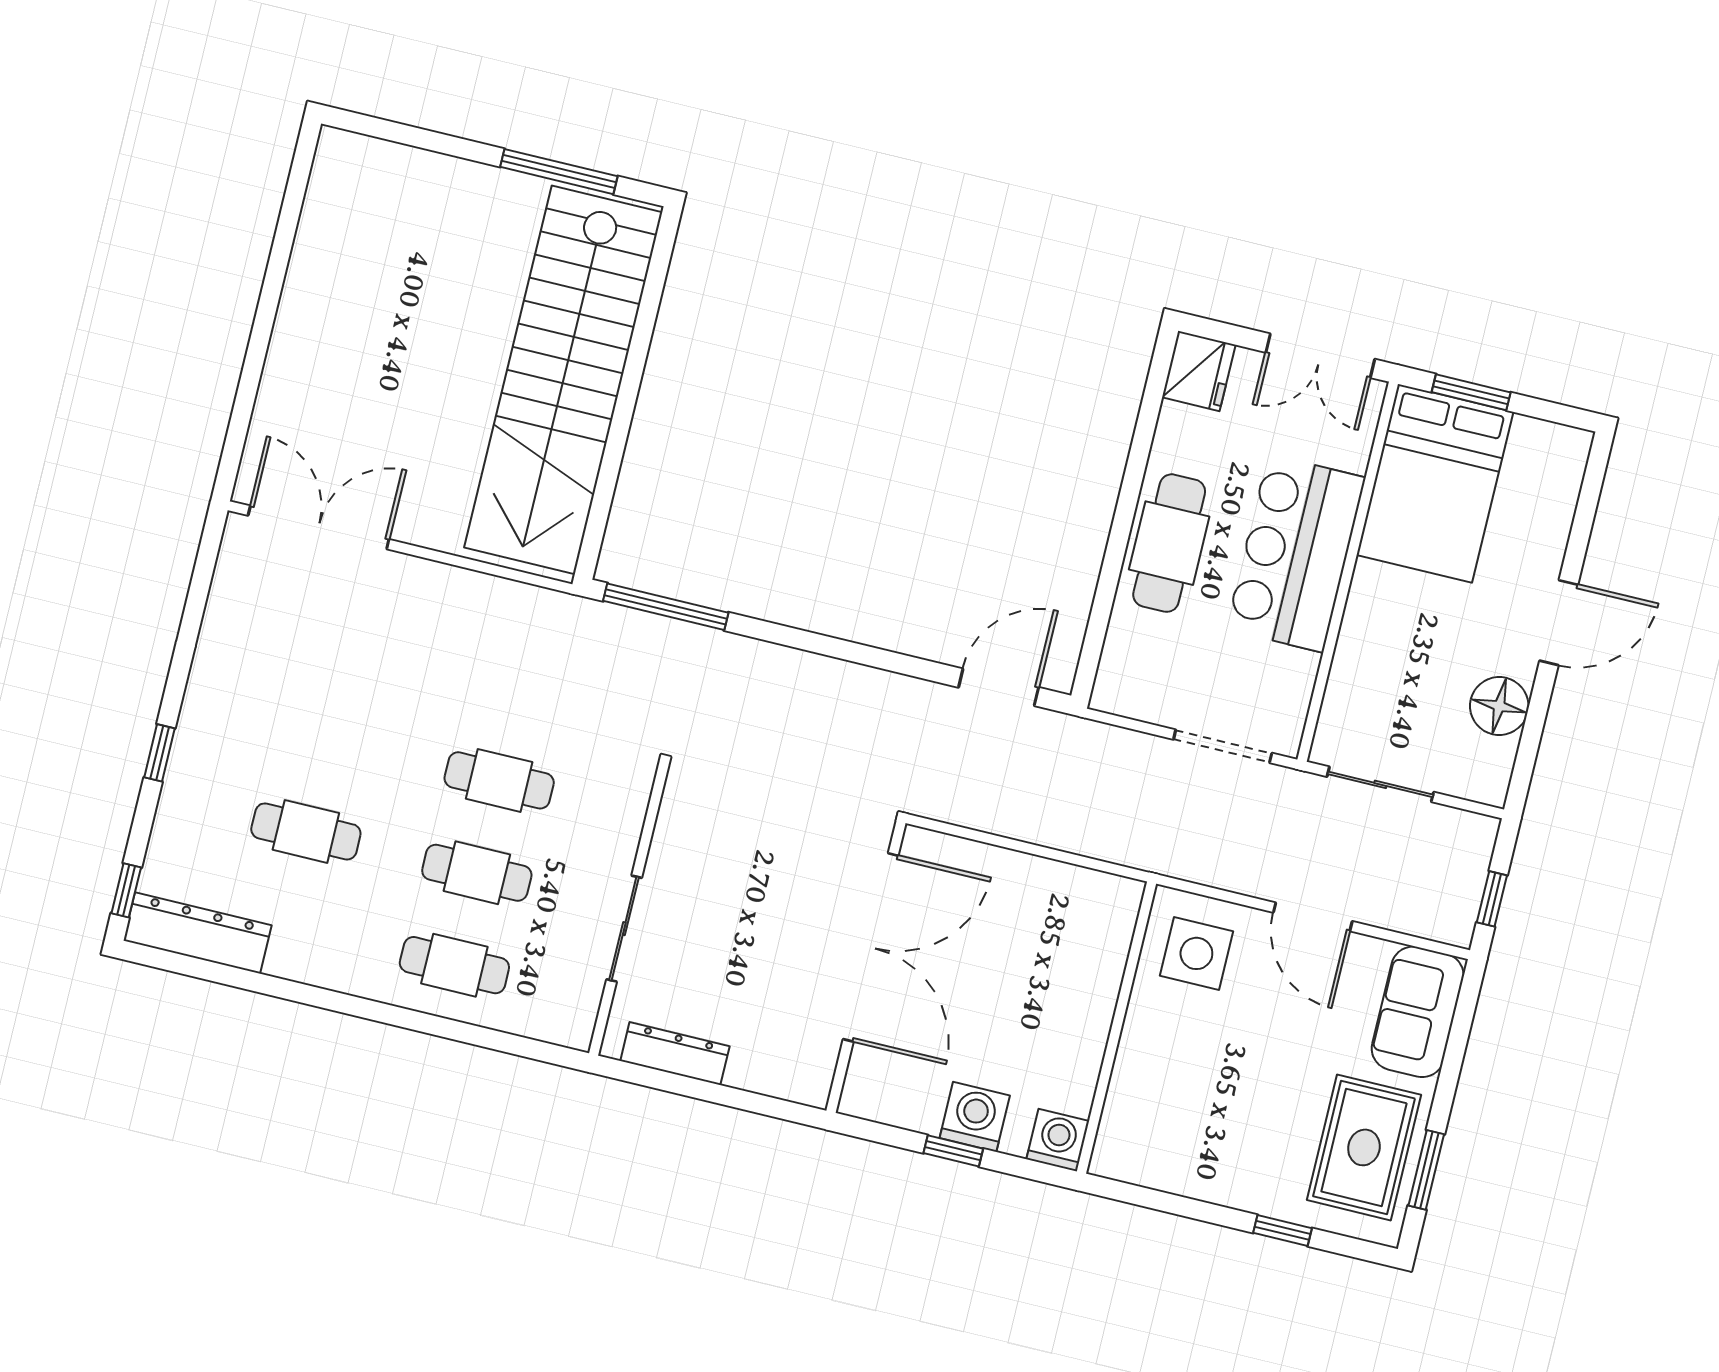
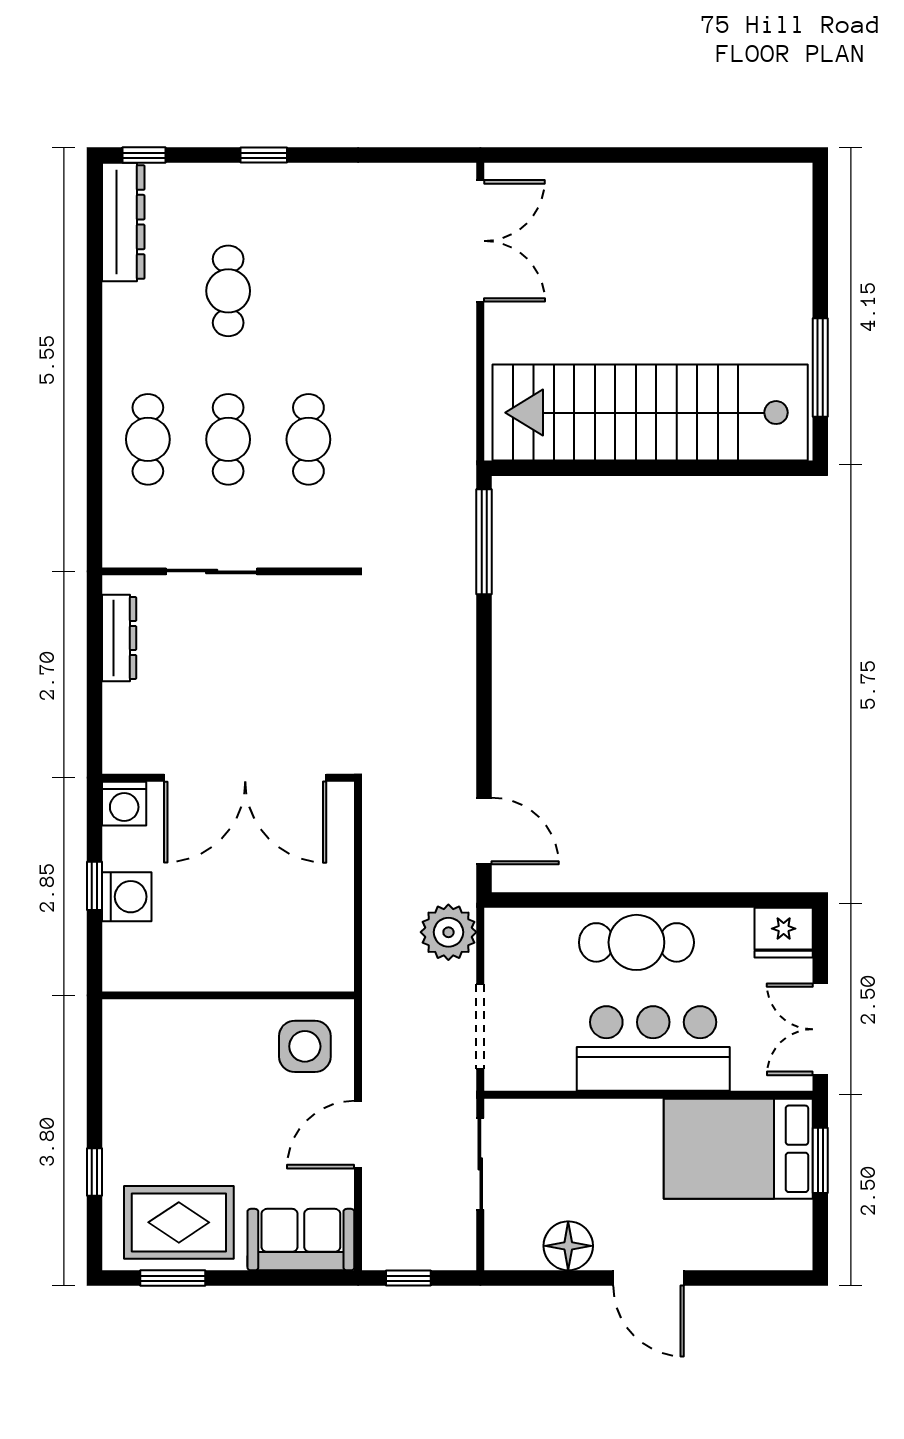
plant: (1105, 756) -> (448, 932), added
washing machine: (1058, 1140) -> (124, 804), moved, turned 90

